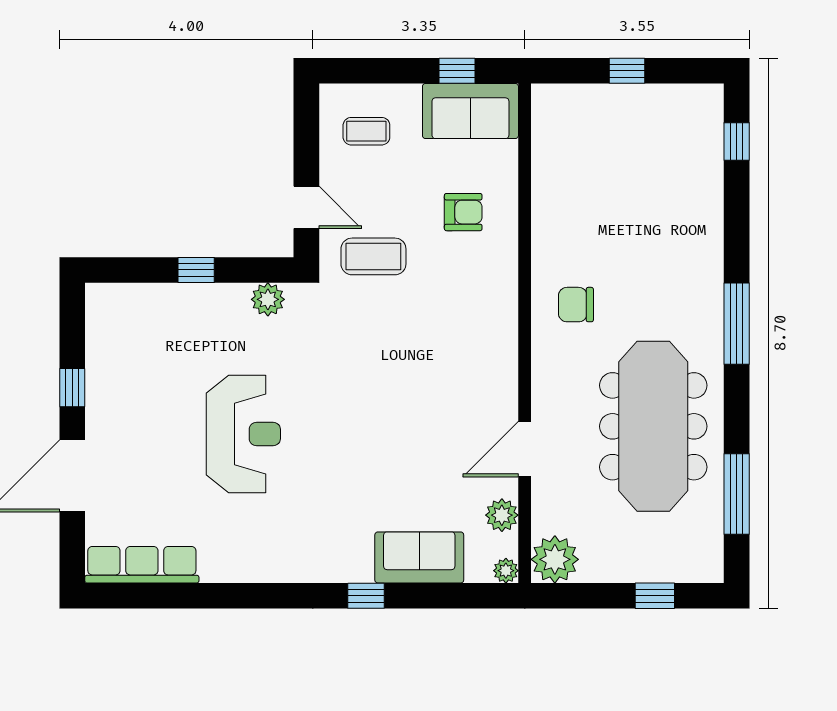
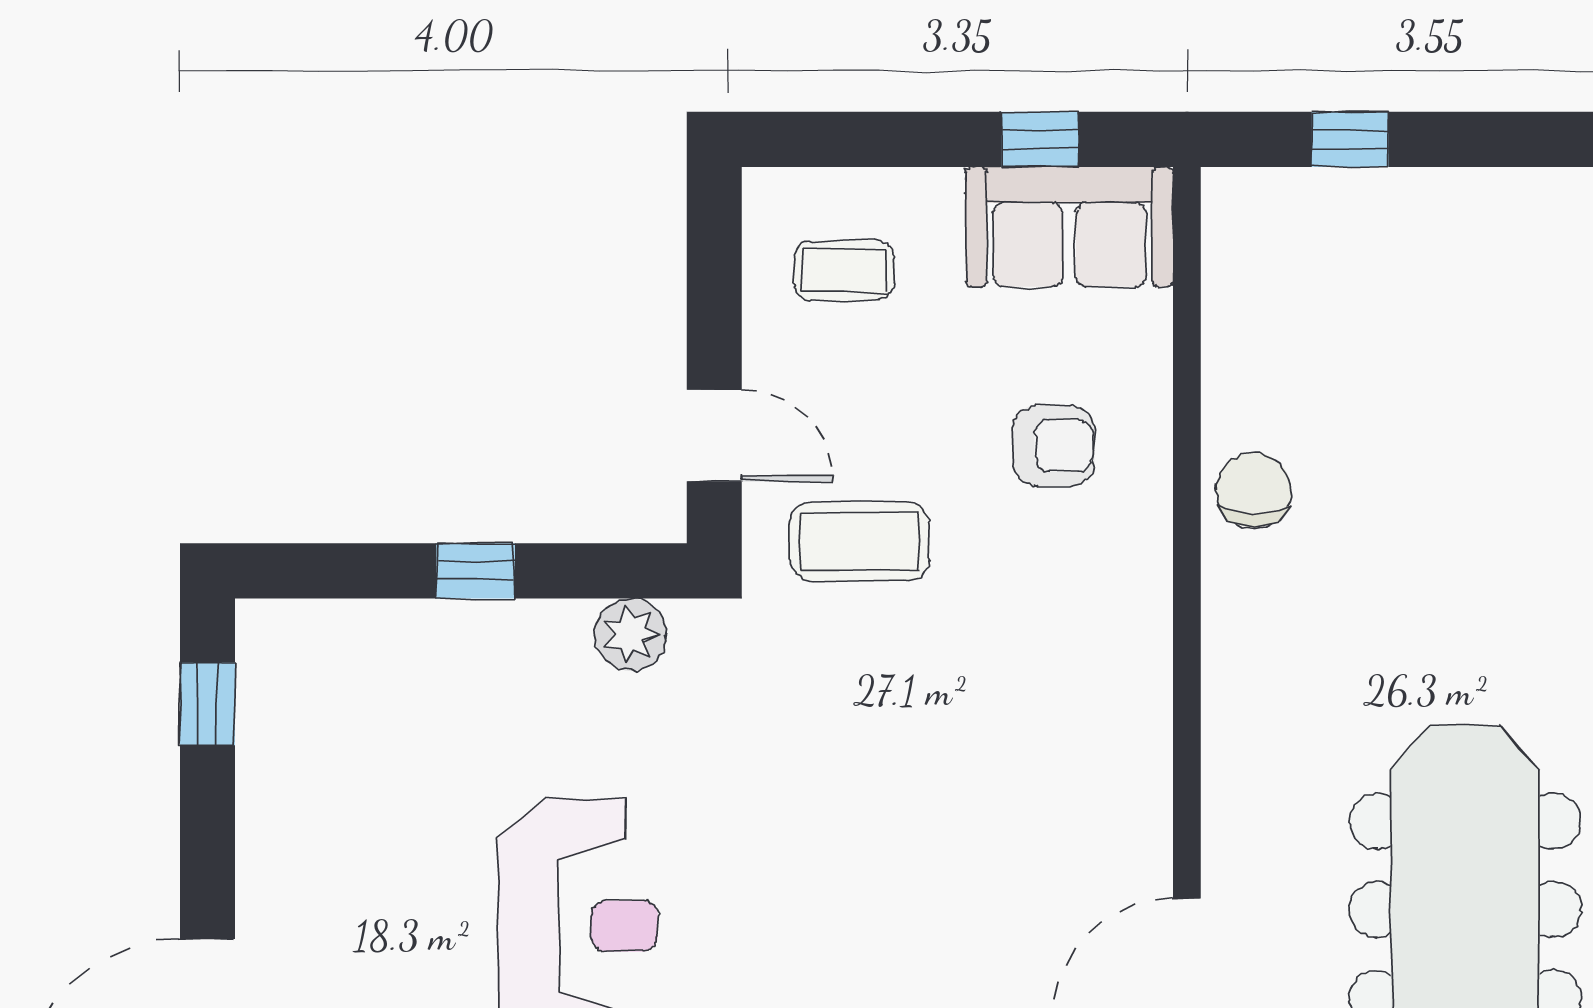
window: (627, 71) -> (1350, 139), moved
chair: (576, 305) -> (1254, 490), moved, turned 90
window: (72, 388) -> (207, 704), moved

